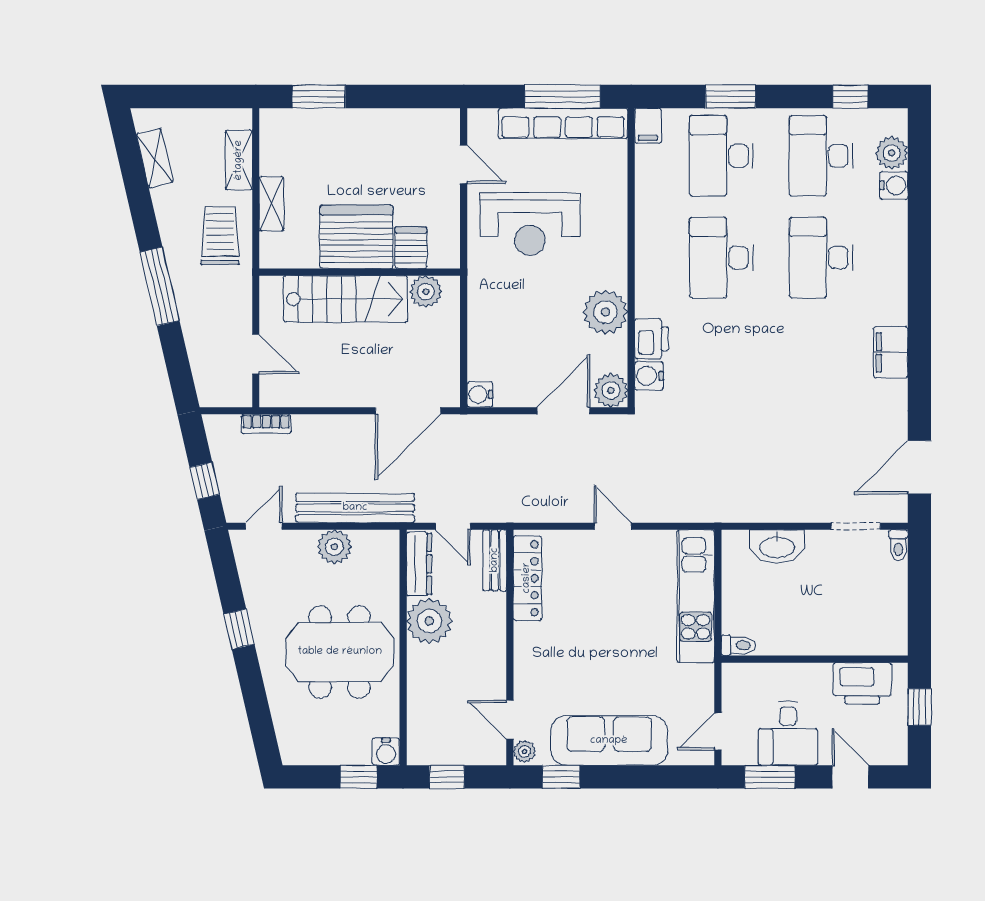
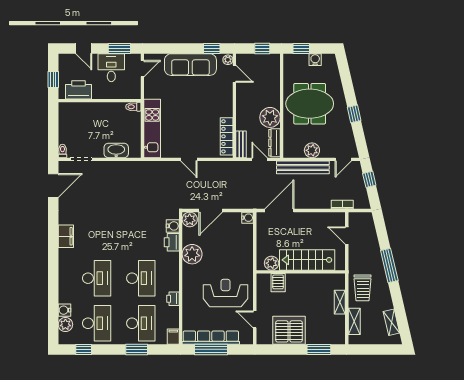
printer: (649, 211) -> (173, 299), added
server rack: (356, 237) -> (289, 330), moved, turned 180
water cooler: (386, 752) -> (315, 60), moved

